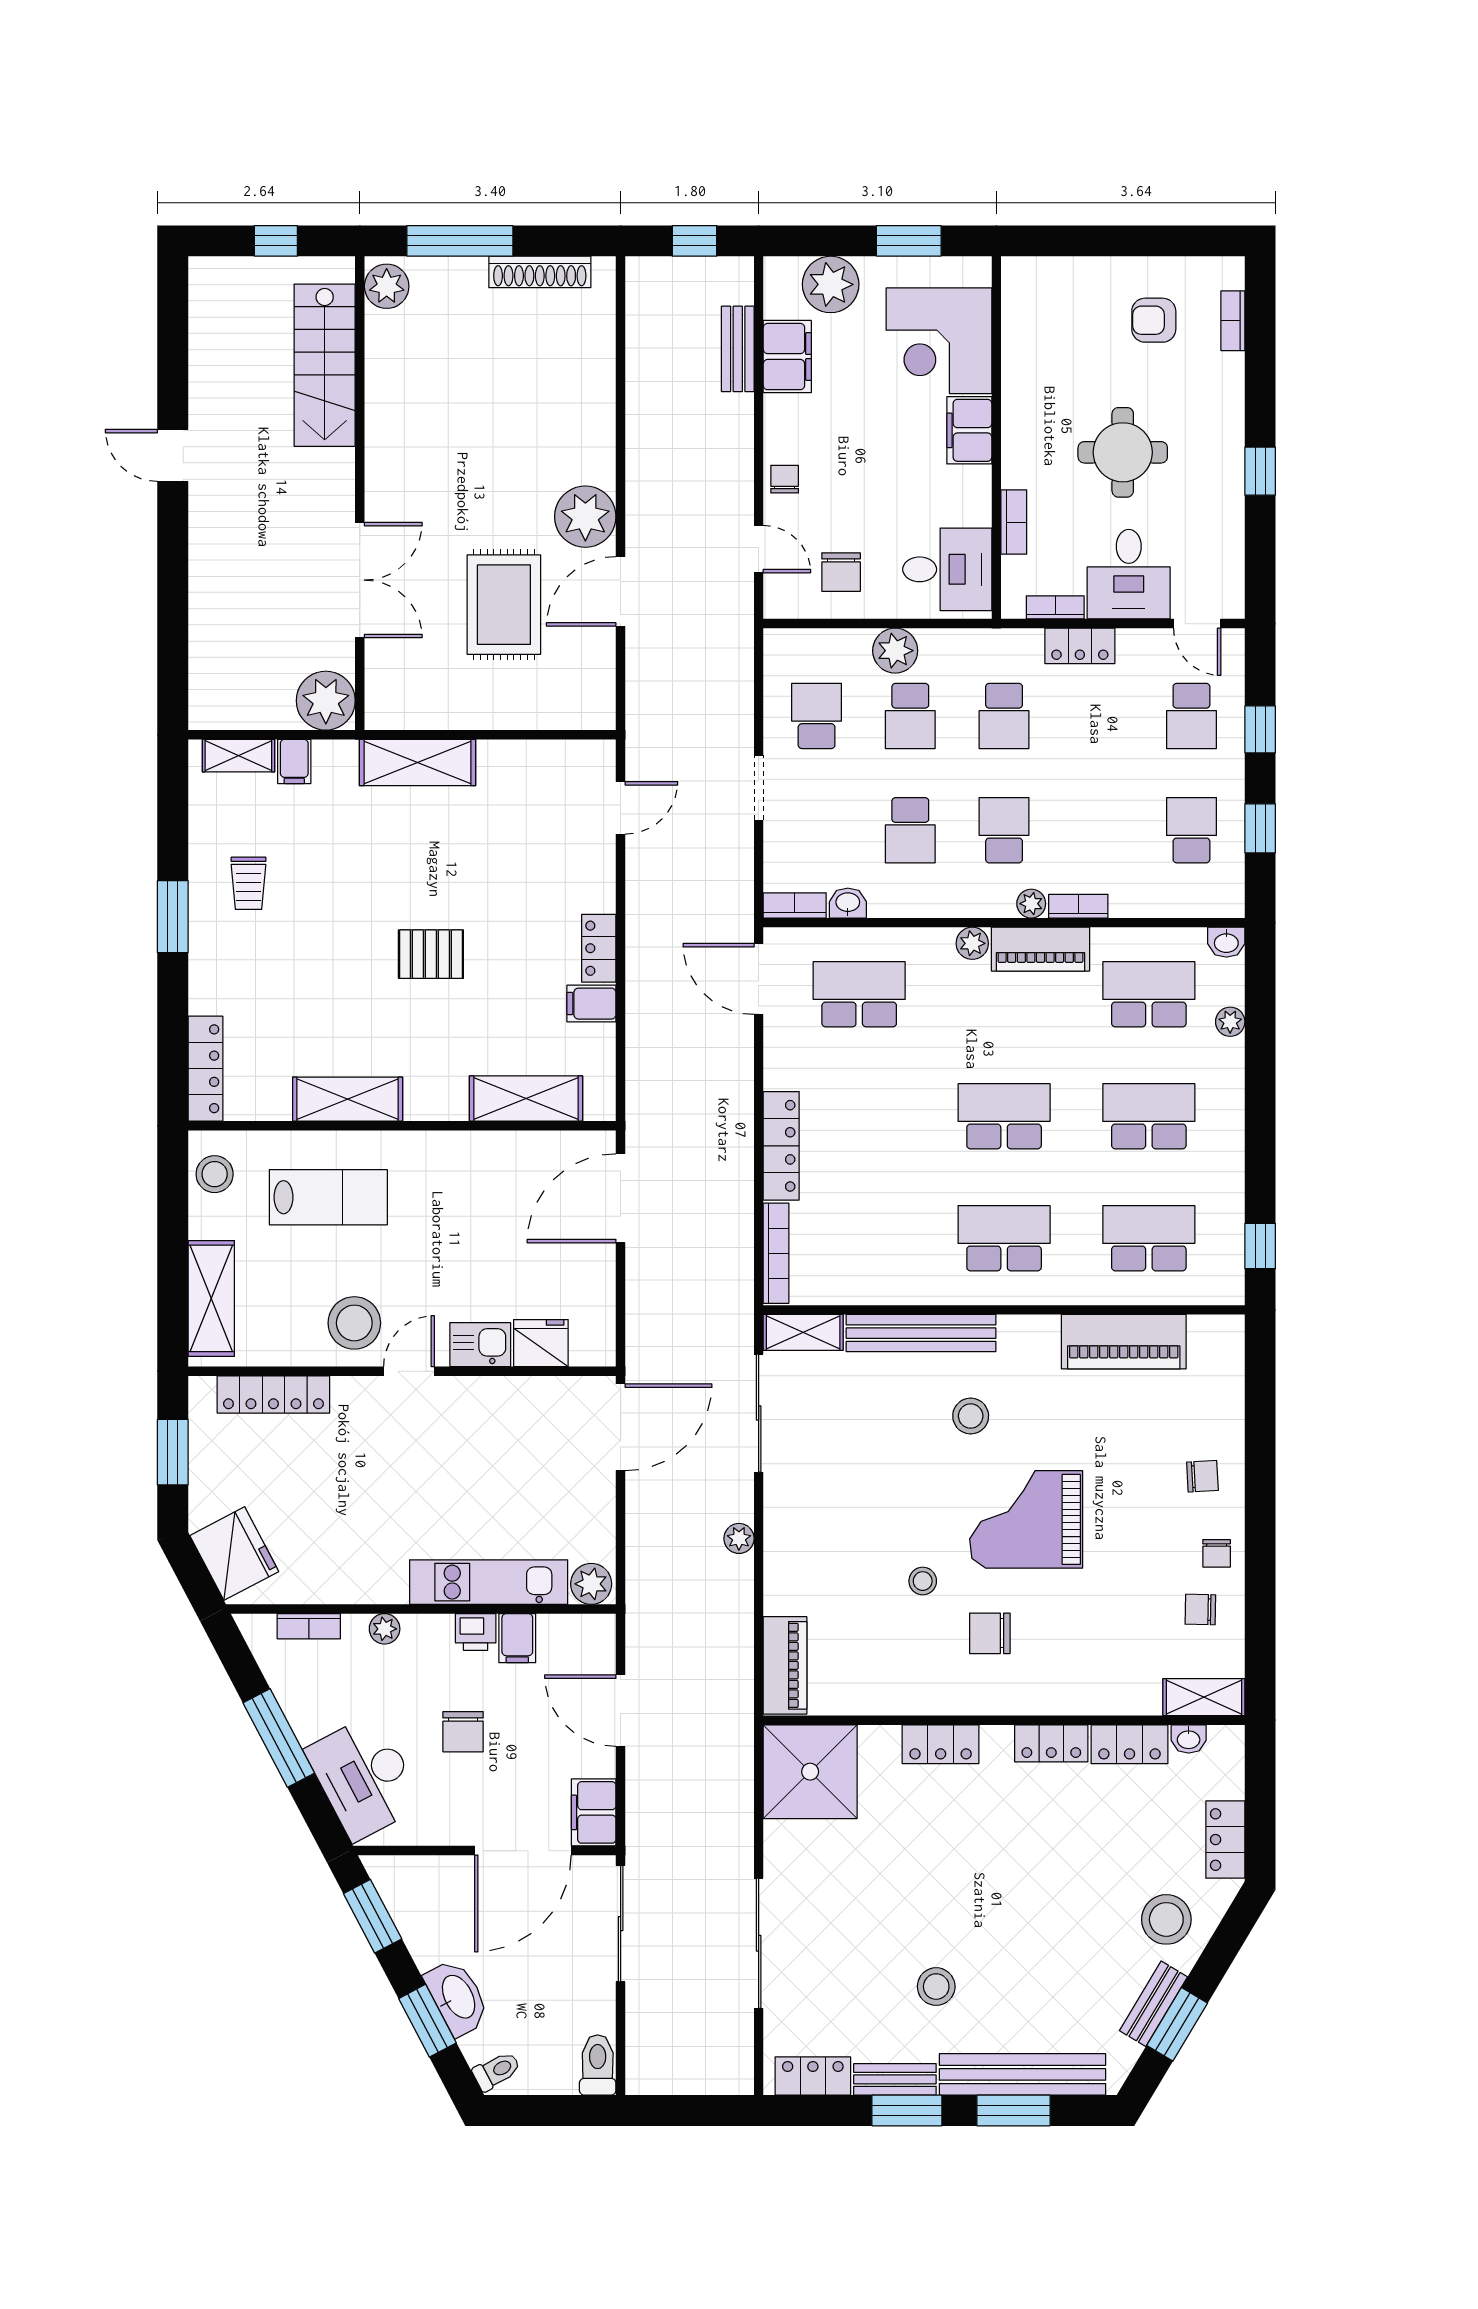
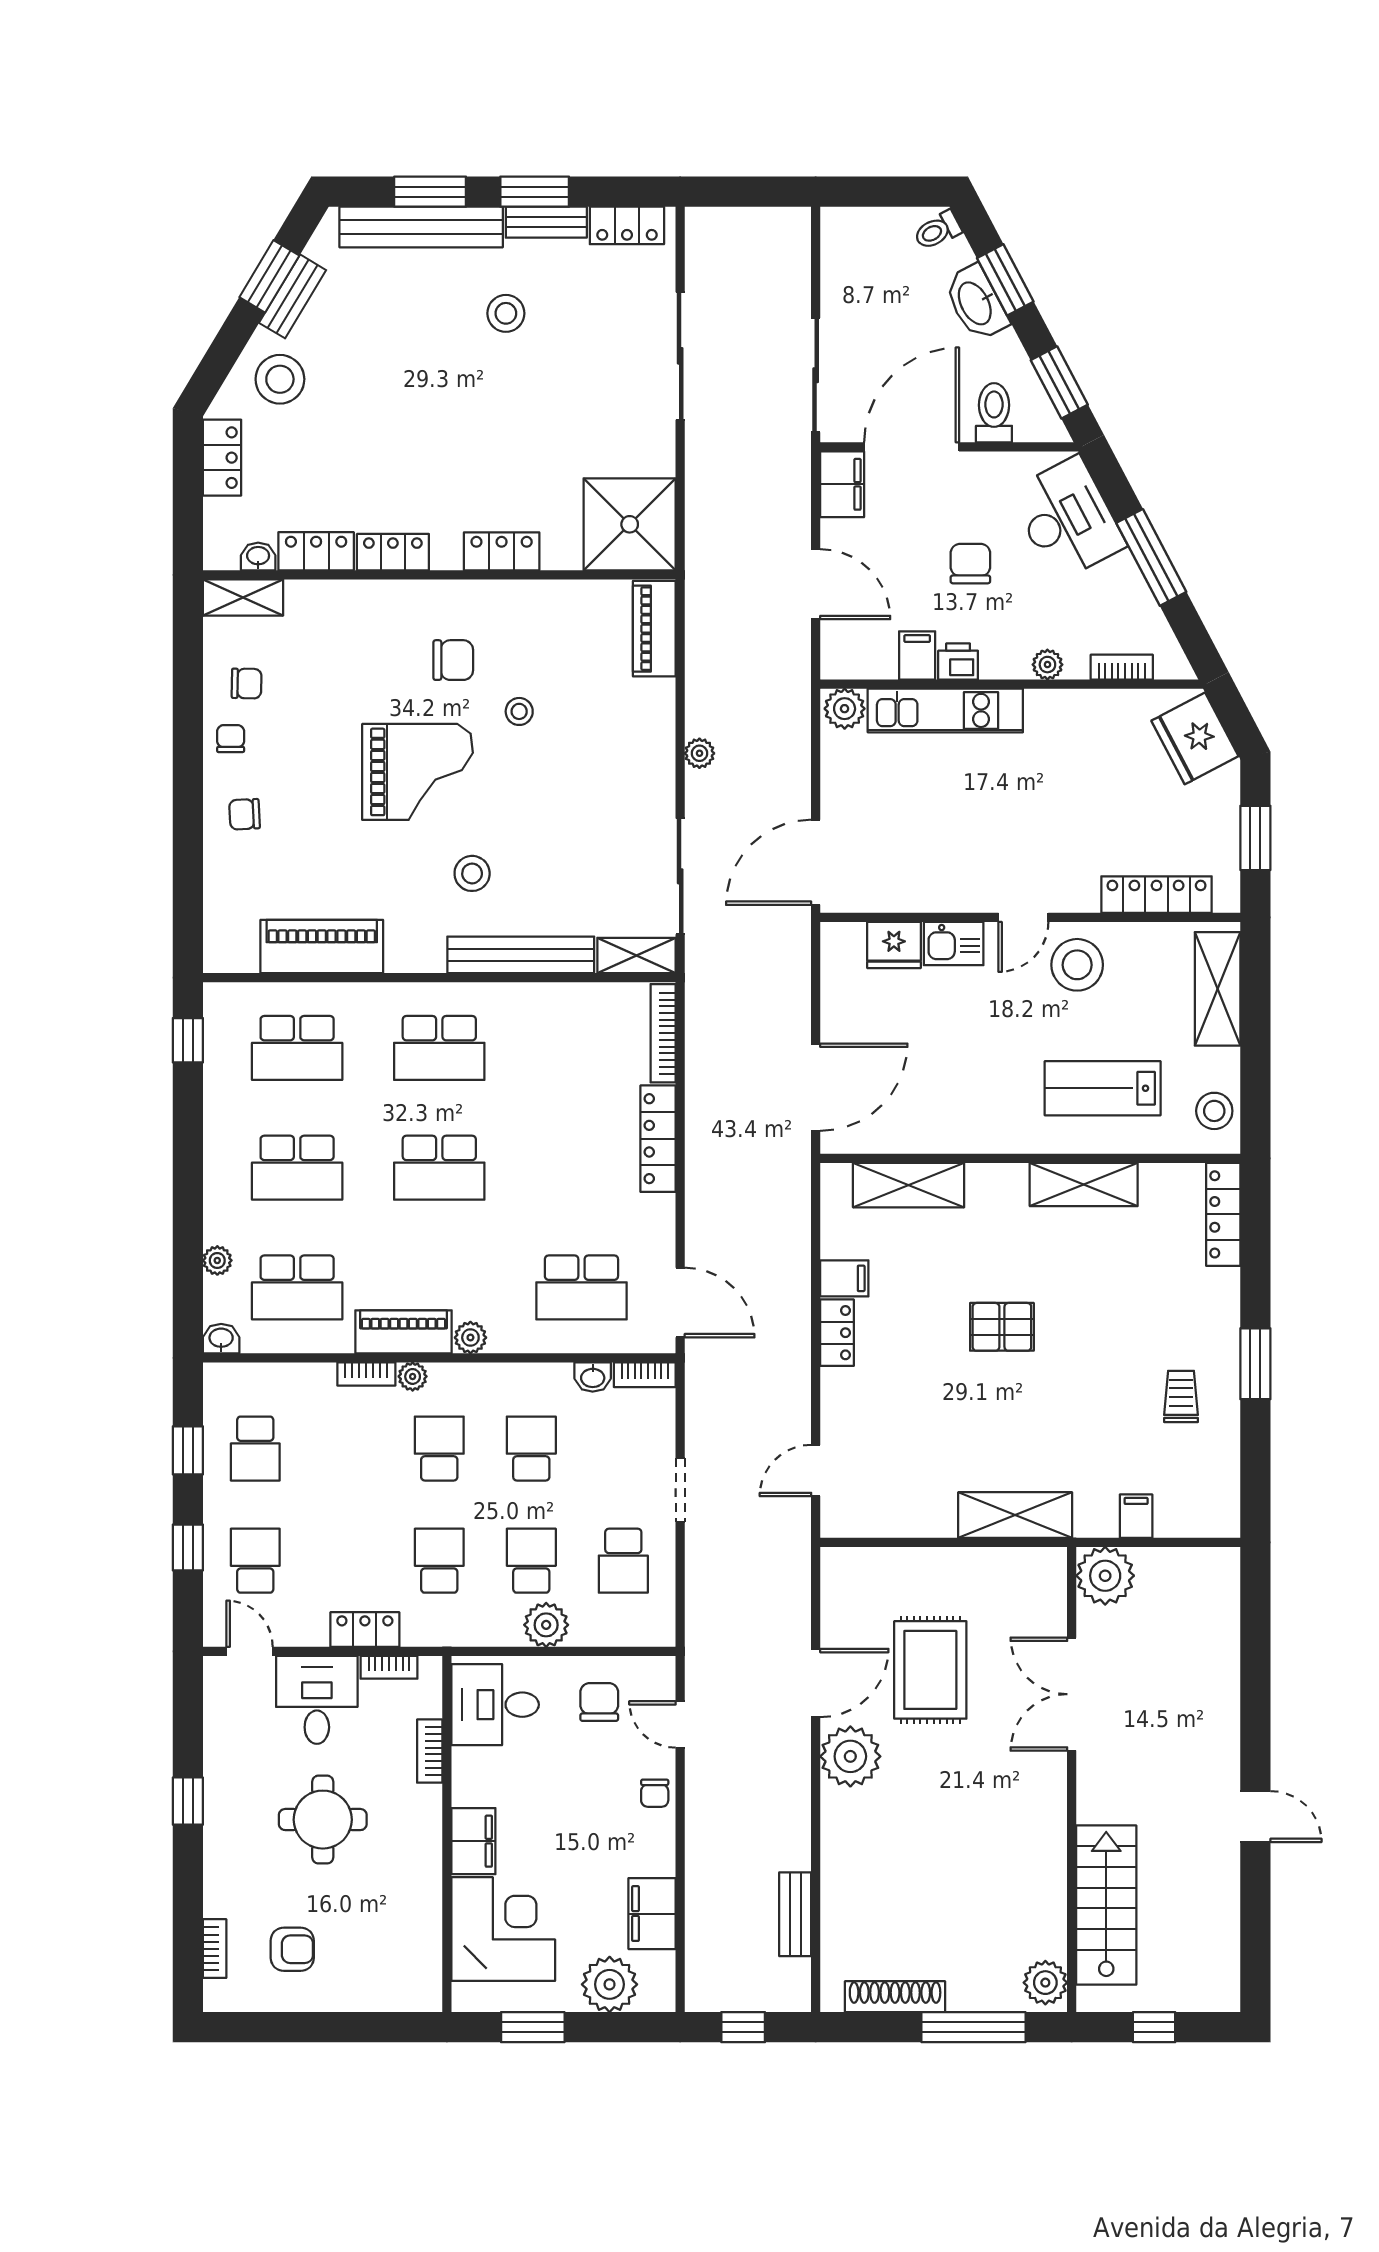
bench: (738, 349) -> (795, 1914), moved
shelving: (238, 756) -> (1191, 1522), removed
school desk: (1004, 830) -> (439, 1449), turned 180
toilet: (598, 2065) -> (994, 413), moved, turned 180

